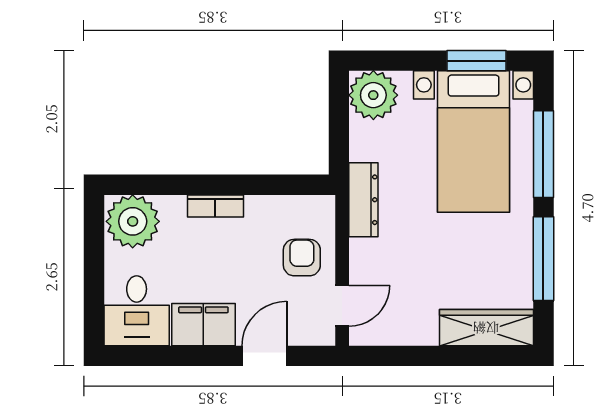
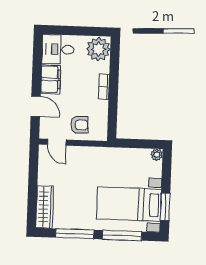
plant: (373, 95) -> (157, 155), width x0.53, depth x0.53
dresser: (363, 200) -> (104, 154), removed

